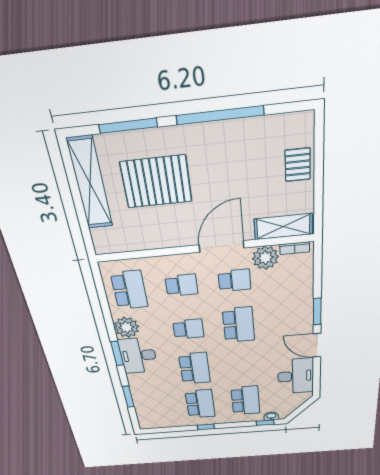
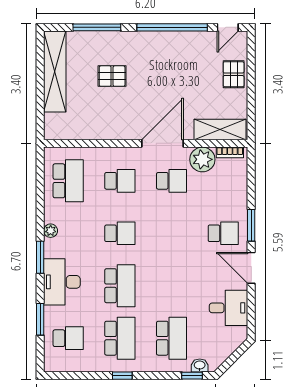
door: (289, 107) -> (228, 27), added
pallet: (156, 182) -> (112, 76), width x0.49, depth x0.50
school desk: (239, 325) -> (223, 233), moved, width x0.54
plant: (126, 327) -> (51, 231), width x0.53, depth x0.53
desk: (138, 356) -> (62, 282), moved
desk: (296, 376) -> (229, 308), width x0.73
school desk: (155, 407) -> (68, 338), added

